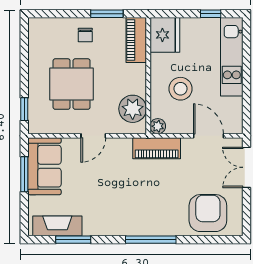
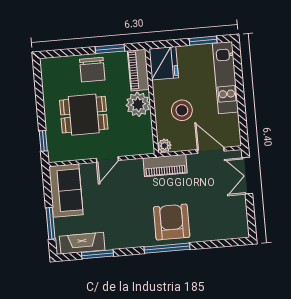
window: (211, 14) -> (203, 41), width x1.50
chair: (85, 35) -> (92, 70), width x1.87, depth x1.87
dining table: (72, 84) -> (84, 115), turned 90
plant: (133, 109) -> (138, 104), moved
window: (24, 174) -> (51, 223), moved
armchair: (208, 213) -> (172, 222), moved

